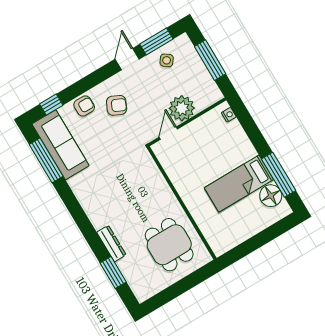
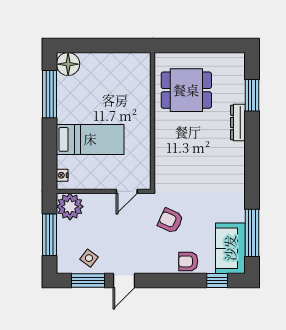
armchair: (117, 105) -> (170, 221), moved
plant: (182, 108) -> (70, 207), moved
sofa: (61, 145) -> (230, 248), width x0.73
bed: (239, 184) -> (90, 139), moved
floor lamp: (271, 196) -> (68, 64), moved
dining table: (169, 245) -> (186, 90), turned 90

